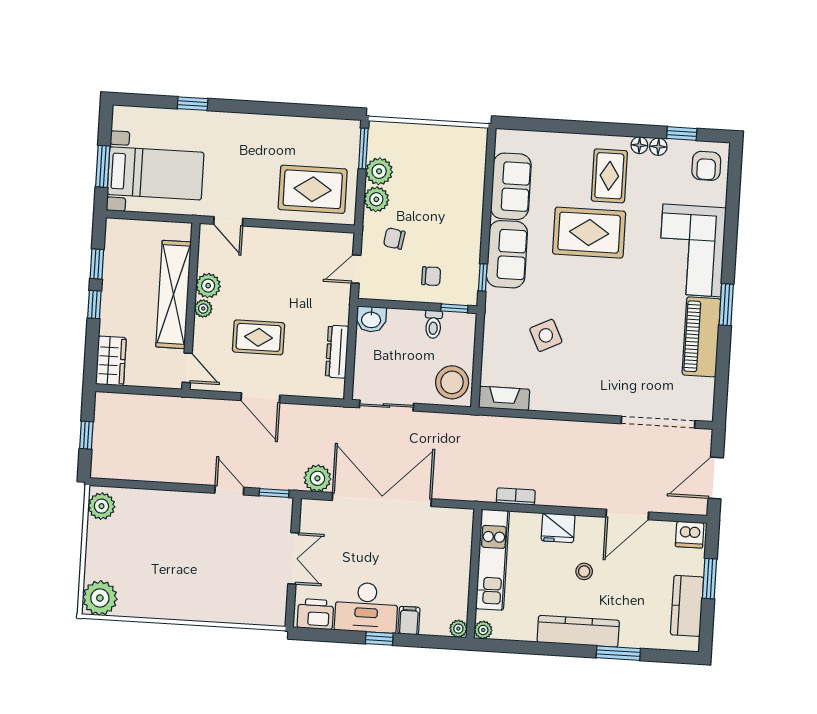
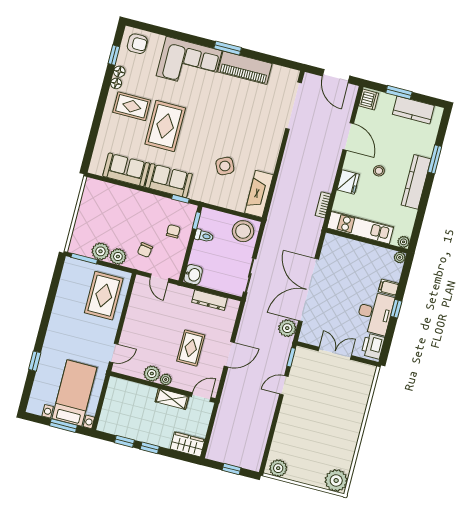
shelving: (174, 294) -> (172, 399), width x0.45, depth x0.75
fireplace: (504, 398) -> (259, 194), width x1.37, depth x1.32

